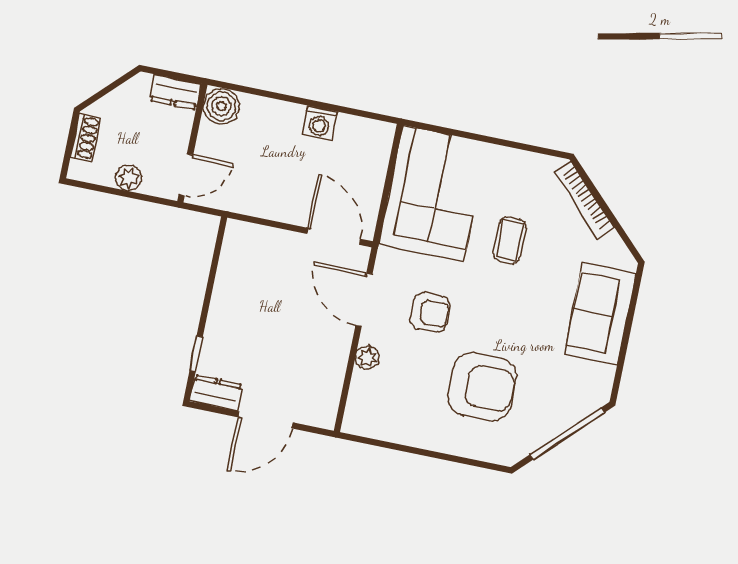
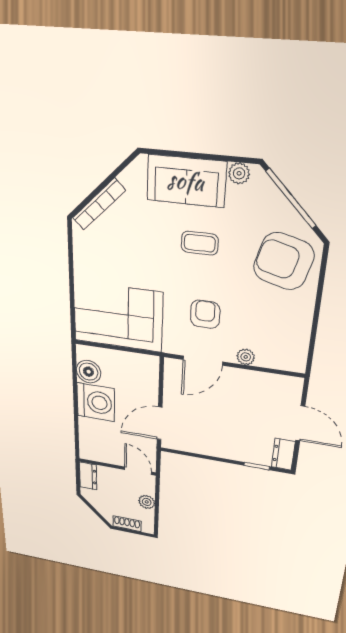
boiler: (221, 106) -> (89, 372), moved
washing machine: (319, 123) -> (96, 402), width x1.89, depth x1.89
door: (334, 236) -> (160, 423), moved
coffee table: (510, 240) -> (200, 243), moved
plant: (602, 377) -> (239, 173), added
armchair: (482, 387) -> (284, 261), moved, turned -75

